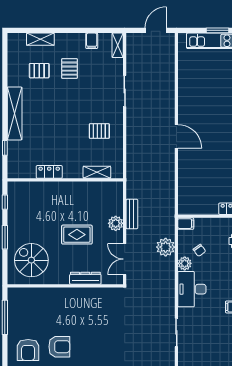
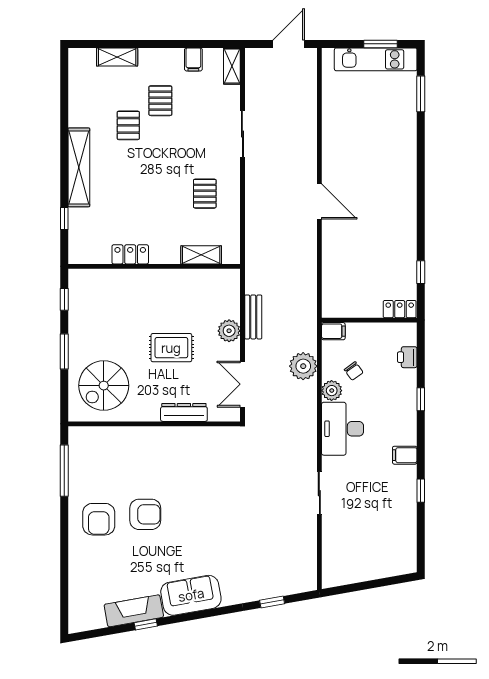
pallet: (39, 71) -> (128, 125), moved, turned 90
pallet: (99, 131) -> (205, 194), turned 90
spiral stairs: (31, 260) -> (104, 386), turned -90

